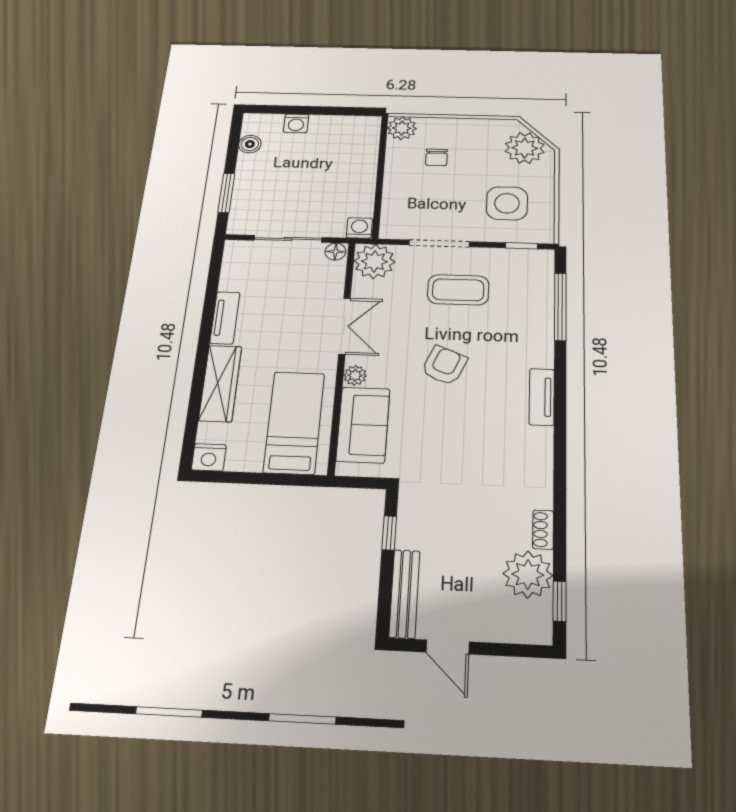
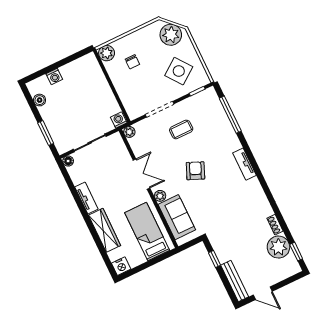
side table: (507, 203) -> (179, 71), turned -37
floor lamp: (335, 252) -> (68, 161), moved
plant: (374, 261) -> (129, 132), width x0.53, depth x0.53
coffee table: (458, 290) -> (181, 129), width x0.73, depth x0.77

